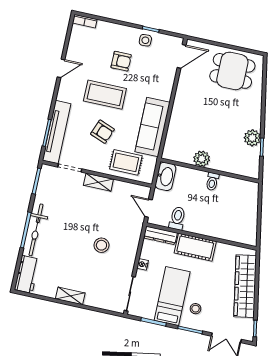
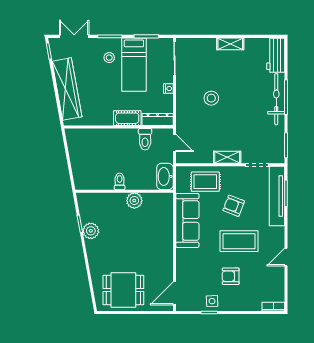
cot: (195, 247) -> (127, 118), width x0.73, depth x0.75

